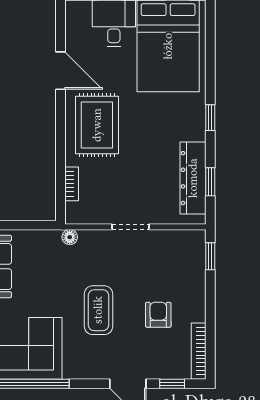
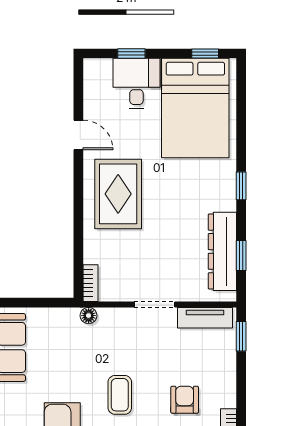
door: (60, 71) -> (78, 135), width x0.73
bookcase: (72, 184) -> (91, 283), moved
tv unit: (177, 239) -> (205, 318), added
coffee table: (98, 310) -> (120, 395), width x0.73, depth x0.77

